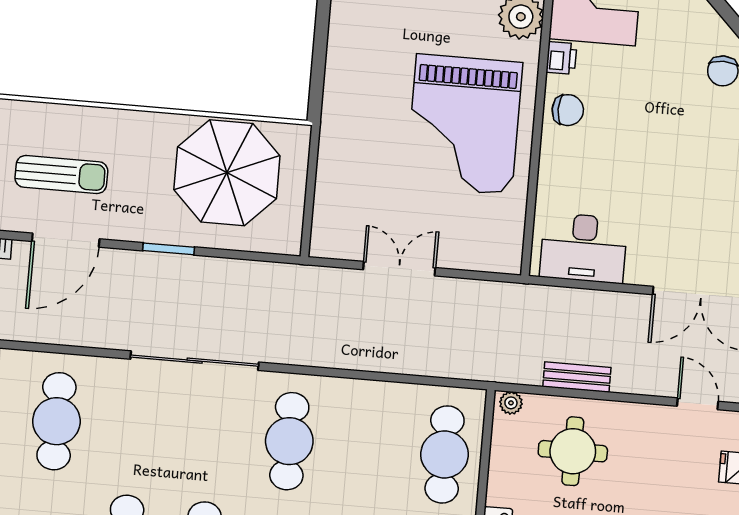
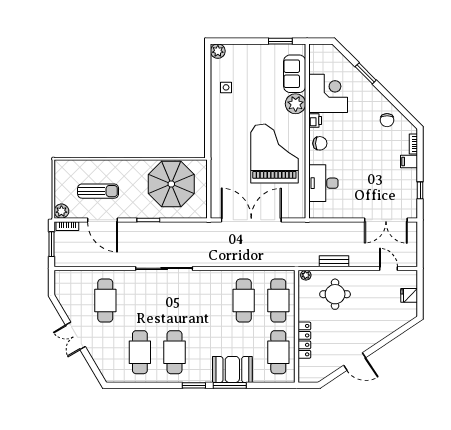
grand piano: (464, 124) -> (274, 154), turned 180
door: (66, 240) -> (102, 220), hinge flipped
desk: (584, 248) -> (323, 183), moved, turned 90
double door: (399, 269) -> (251, 220), width x1.87
cafe table: (289, 441) -> (244, 301), moved

